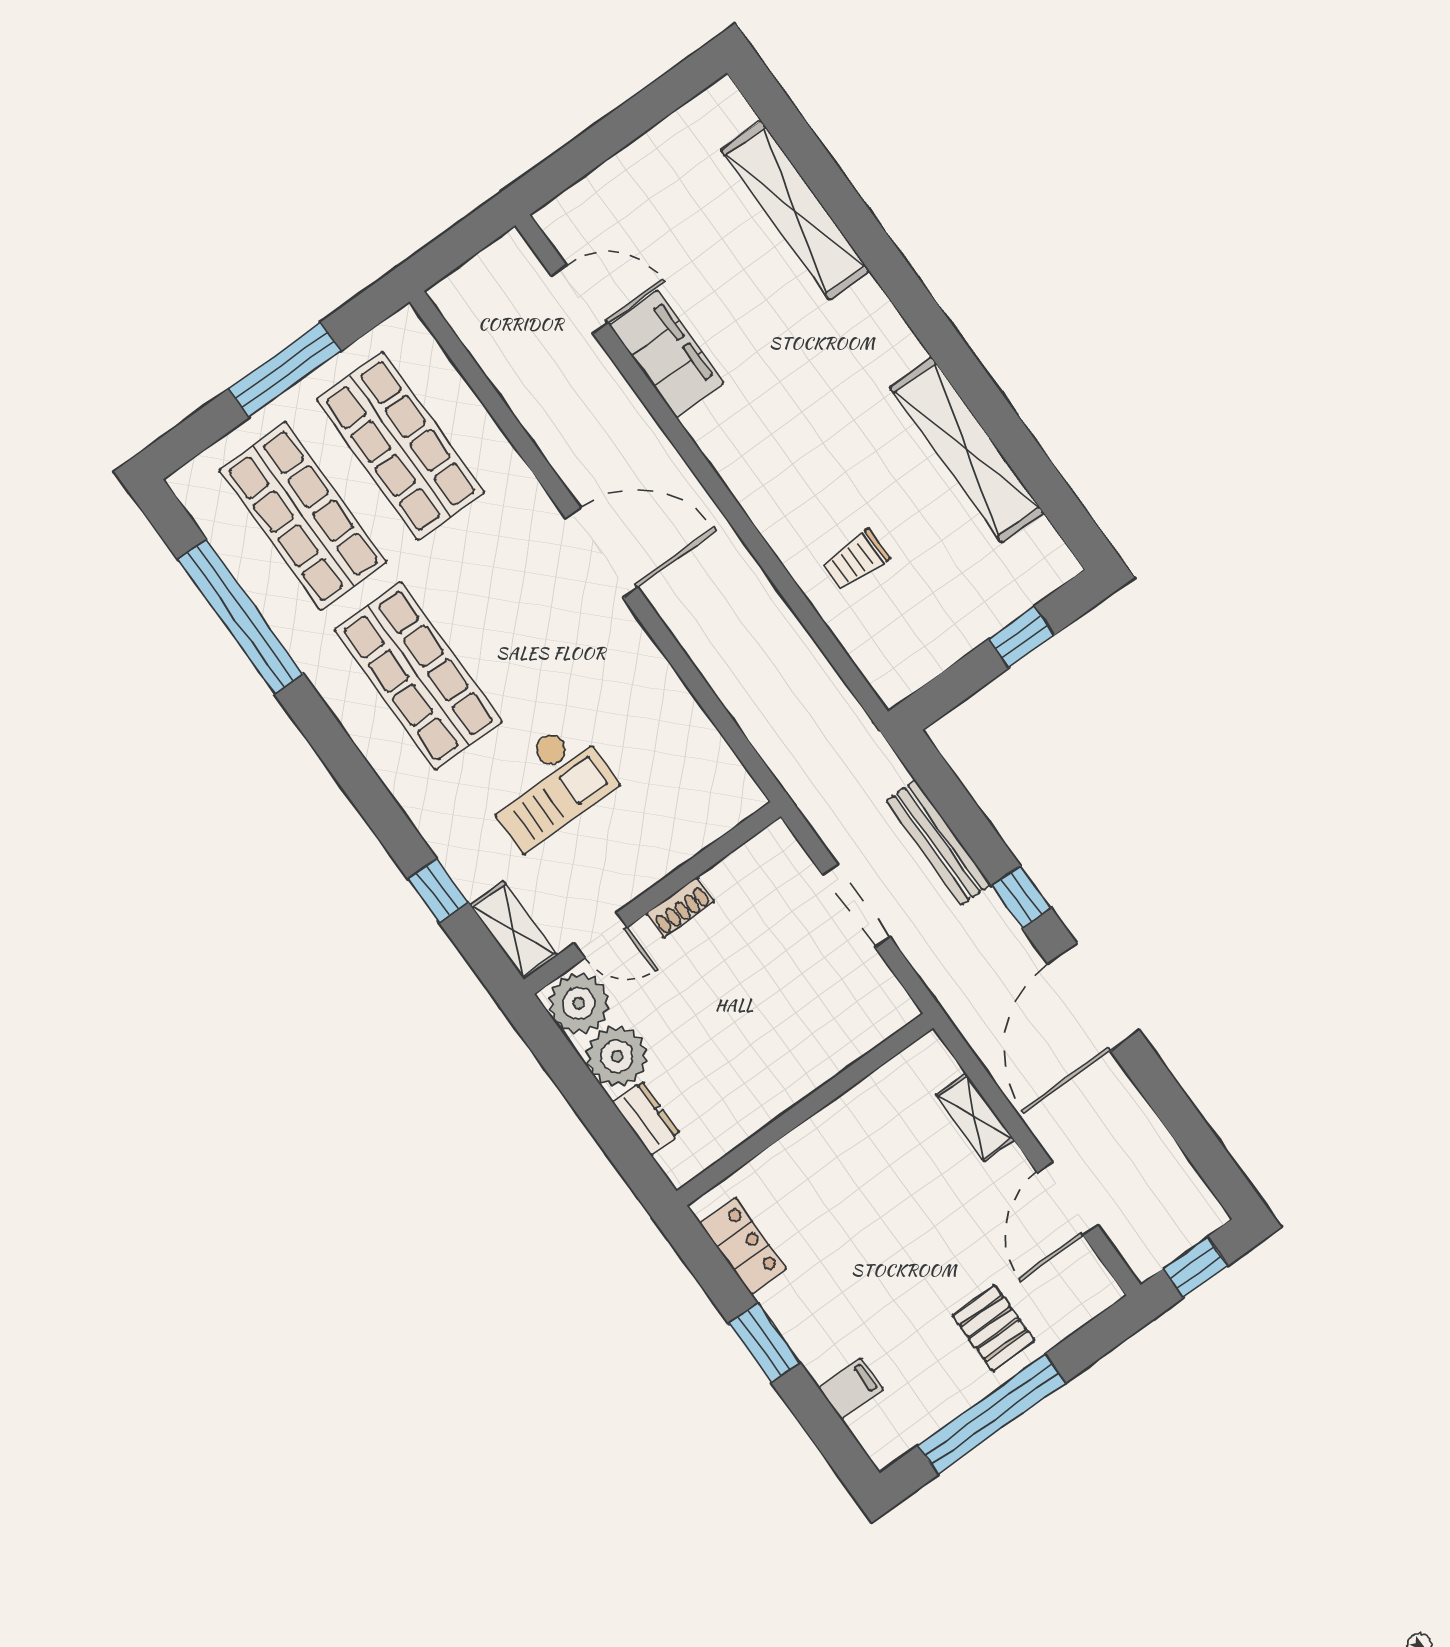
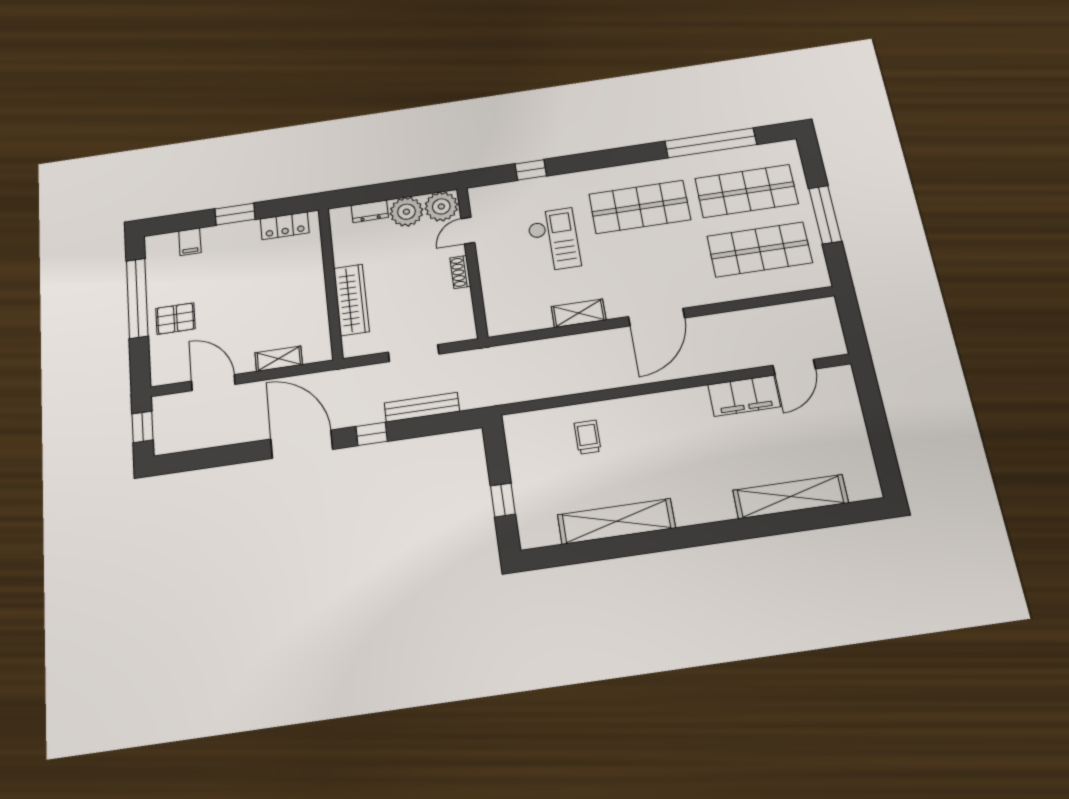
checkout: (547, 786) -> (554, 240), turned 180
shelving: (514, 930) -> (579, 313), moved
wardrobe: (817, 1058) -> (351, 300), added

